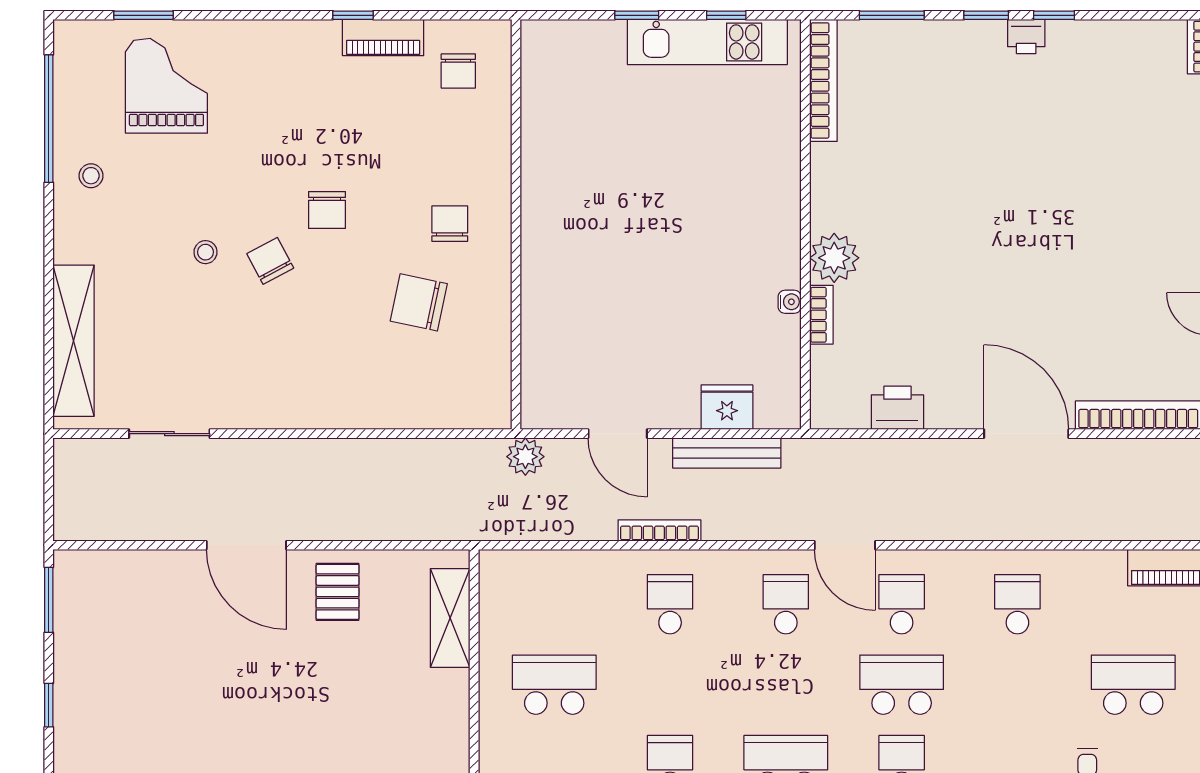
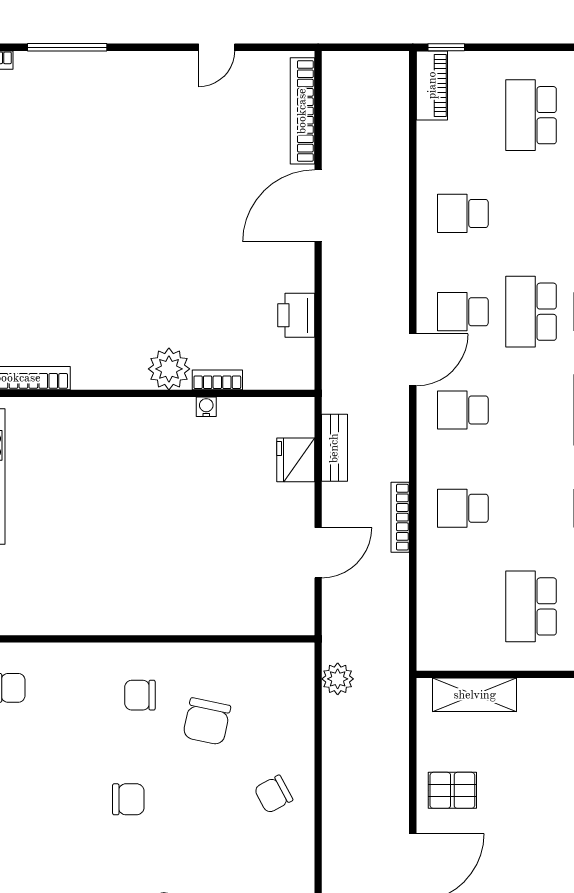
chair: (270, 261) -> (273, 794), moved
bench: (727, 453) -> (334, 448), width x0.73
plant: (525, 457) -> (338, 679), moved

